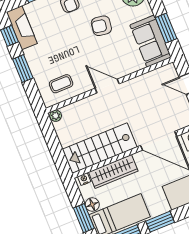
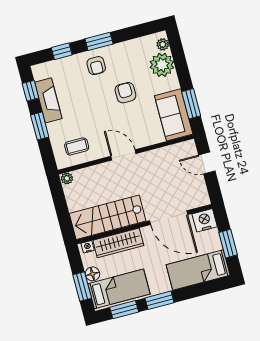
armchair: (101, 26) -> (125, 93), turned 81
fireplace: (22, 28) -> (48, 100), moved

